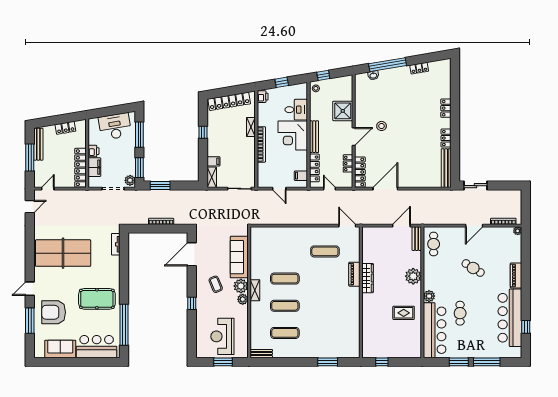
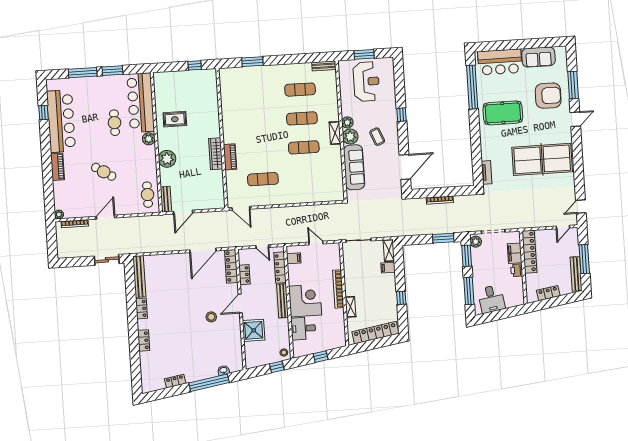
printer: (263, 97) -> (340, 340), removed
desk: (115, 126) -> (491, 299), width x0.73

